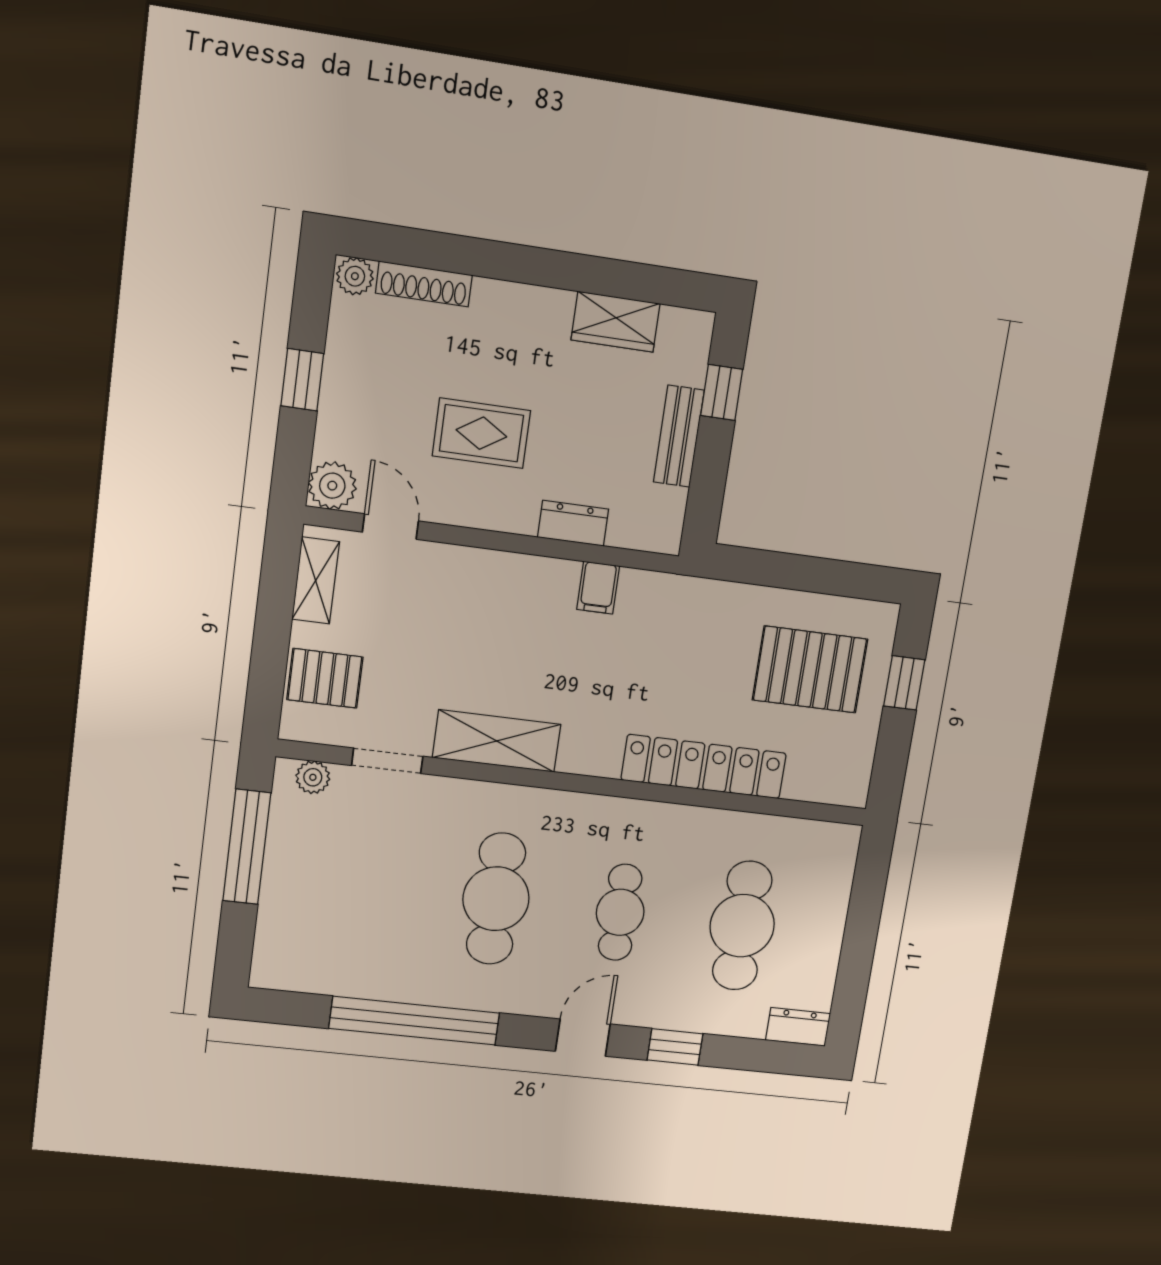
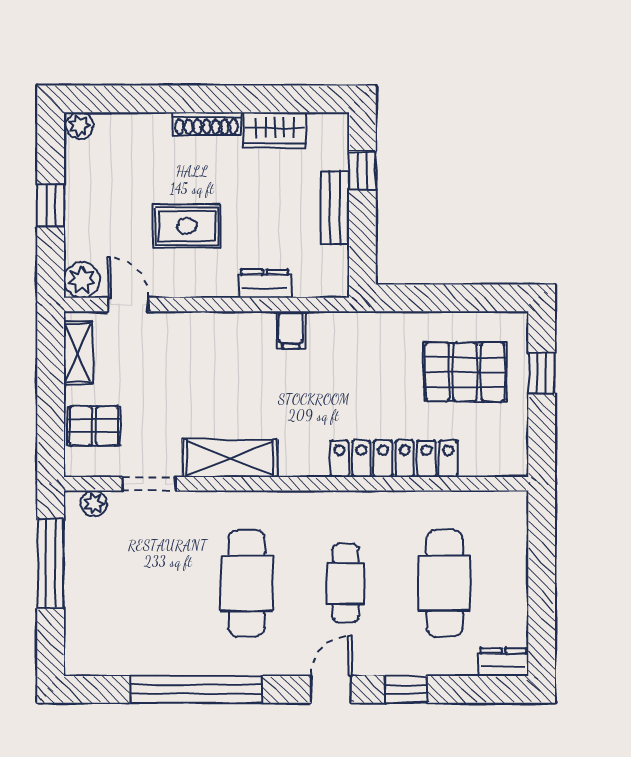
shoe rack: (424, 284) -> (207, 124), moved

